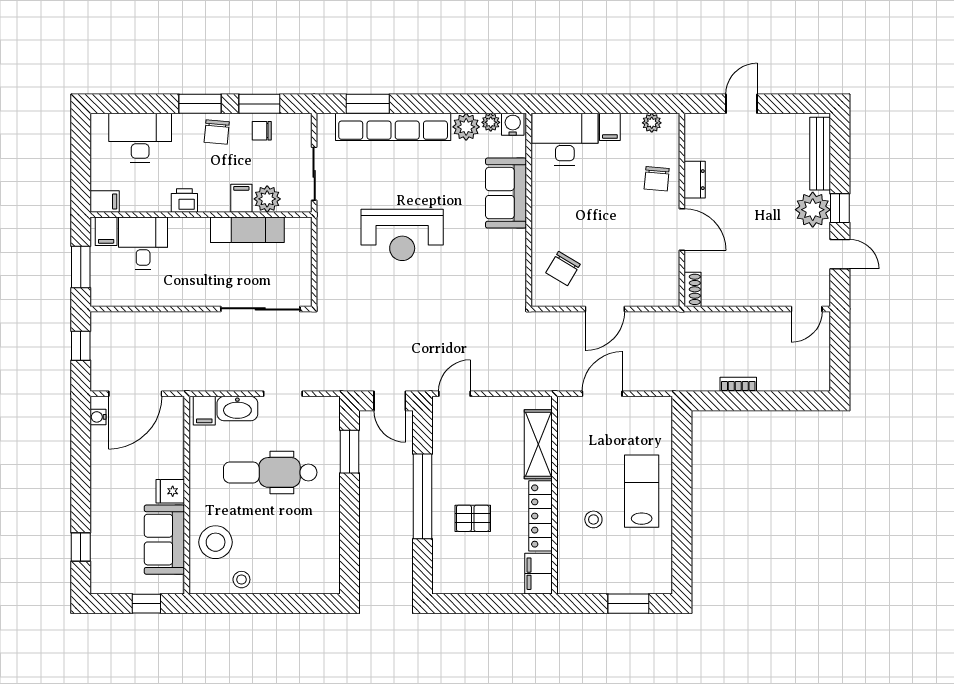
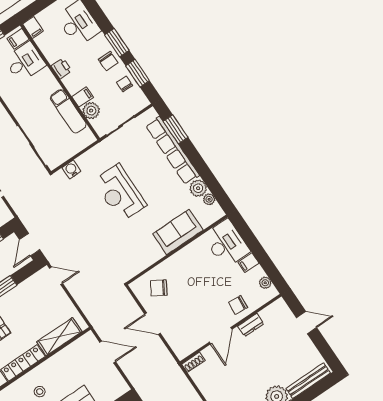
water cooler: (513, 124) -> (71, 169), moved, turned -90
chair: (217, 132) -> (108, 61), turned -95

